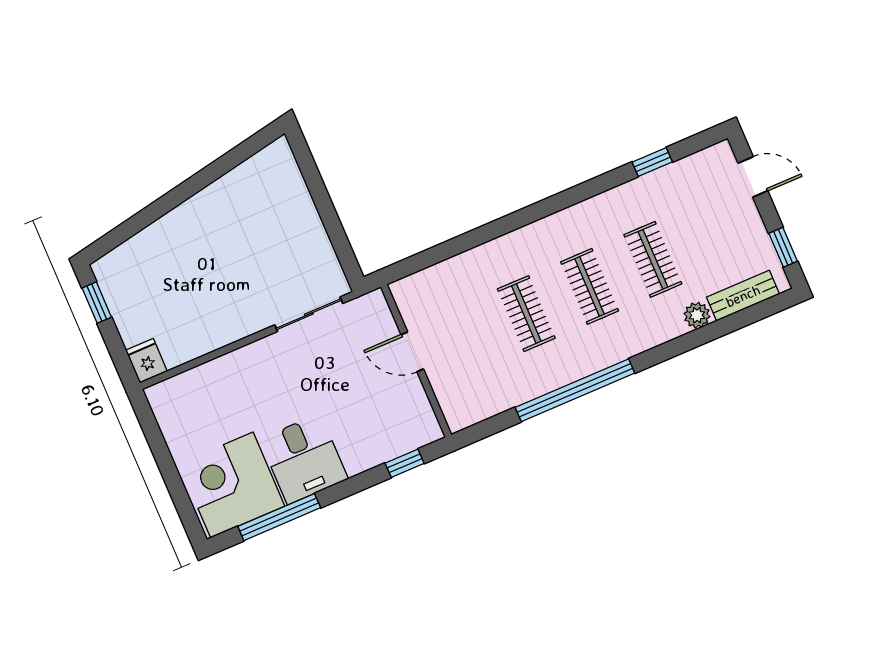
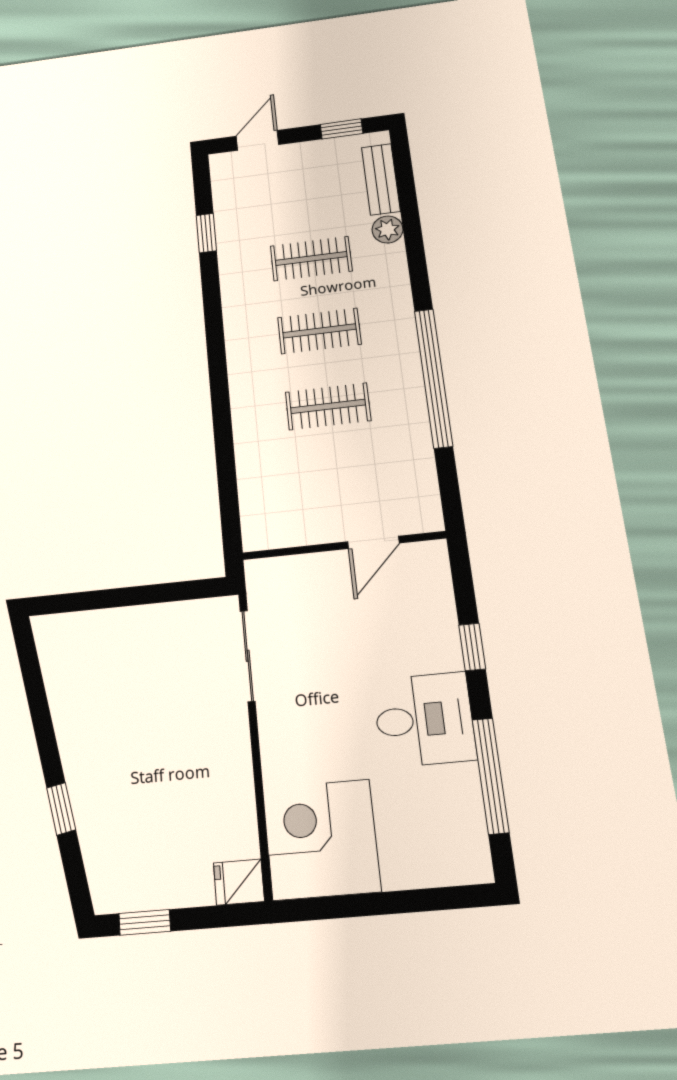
window: (153, 213) -> (61, 809), added
door: (412, 352) -> (373, 542), moved
window: (405, 463) -> (472, 647), moved
corner desk: (232, 485) -> (321, 839), moved, turned 90

